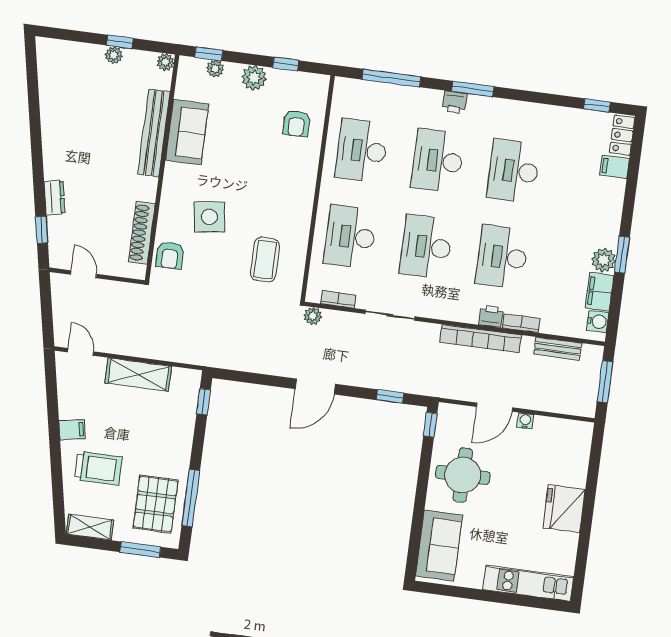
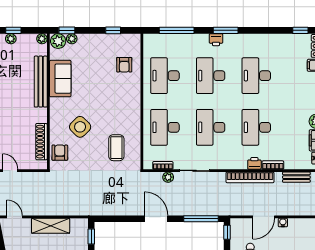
plant: (254, 78) -> (58, 41), moved
side table: (209, 217) -> (80, 127), turned -38
armchair: (170, 255) -> (60, 153), turned 180
plant: (313, 316) -> (168, 177), moved
door: (315, 386) -> (156, 219), swing flipped
window: (390, 396) -> (201, 219), width x2.17

